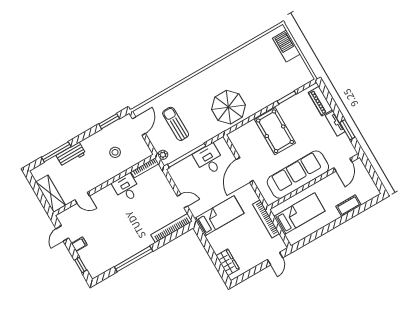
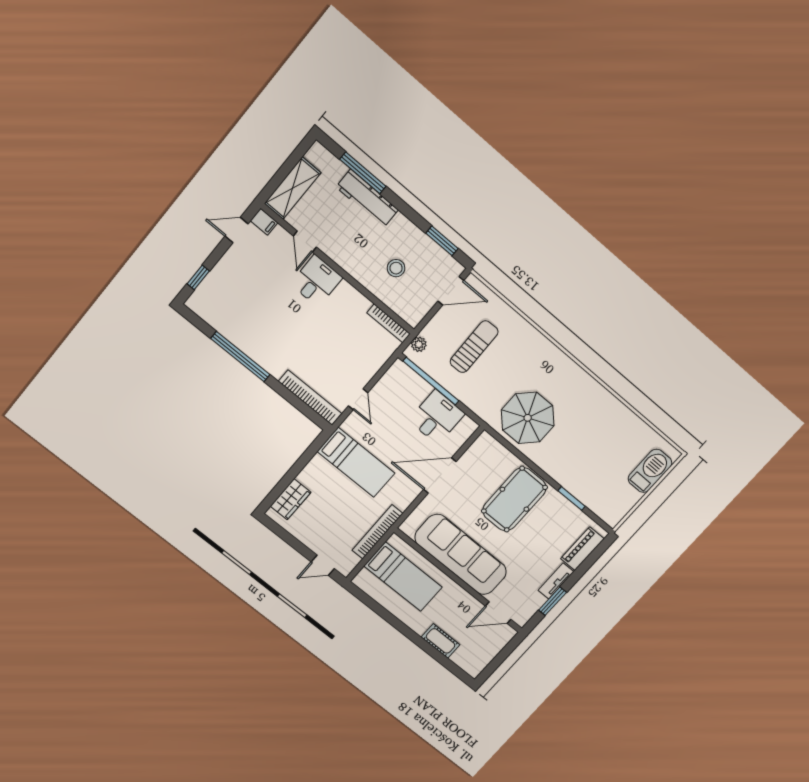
workbench: (71, 155) -> (367, 198), width x1.38
desk: (126, 188) -> (316, 281), moved
filing cabinet: (79, 244) -> (264, 222), moved

